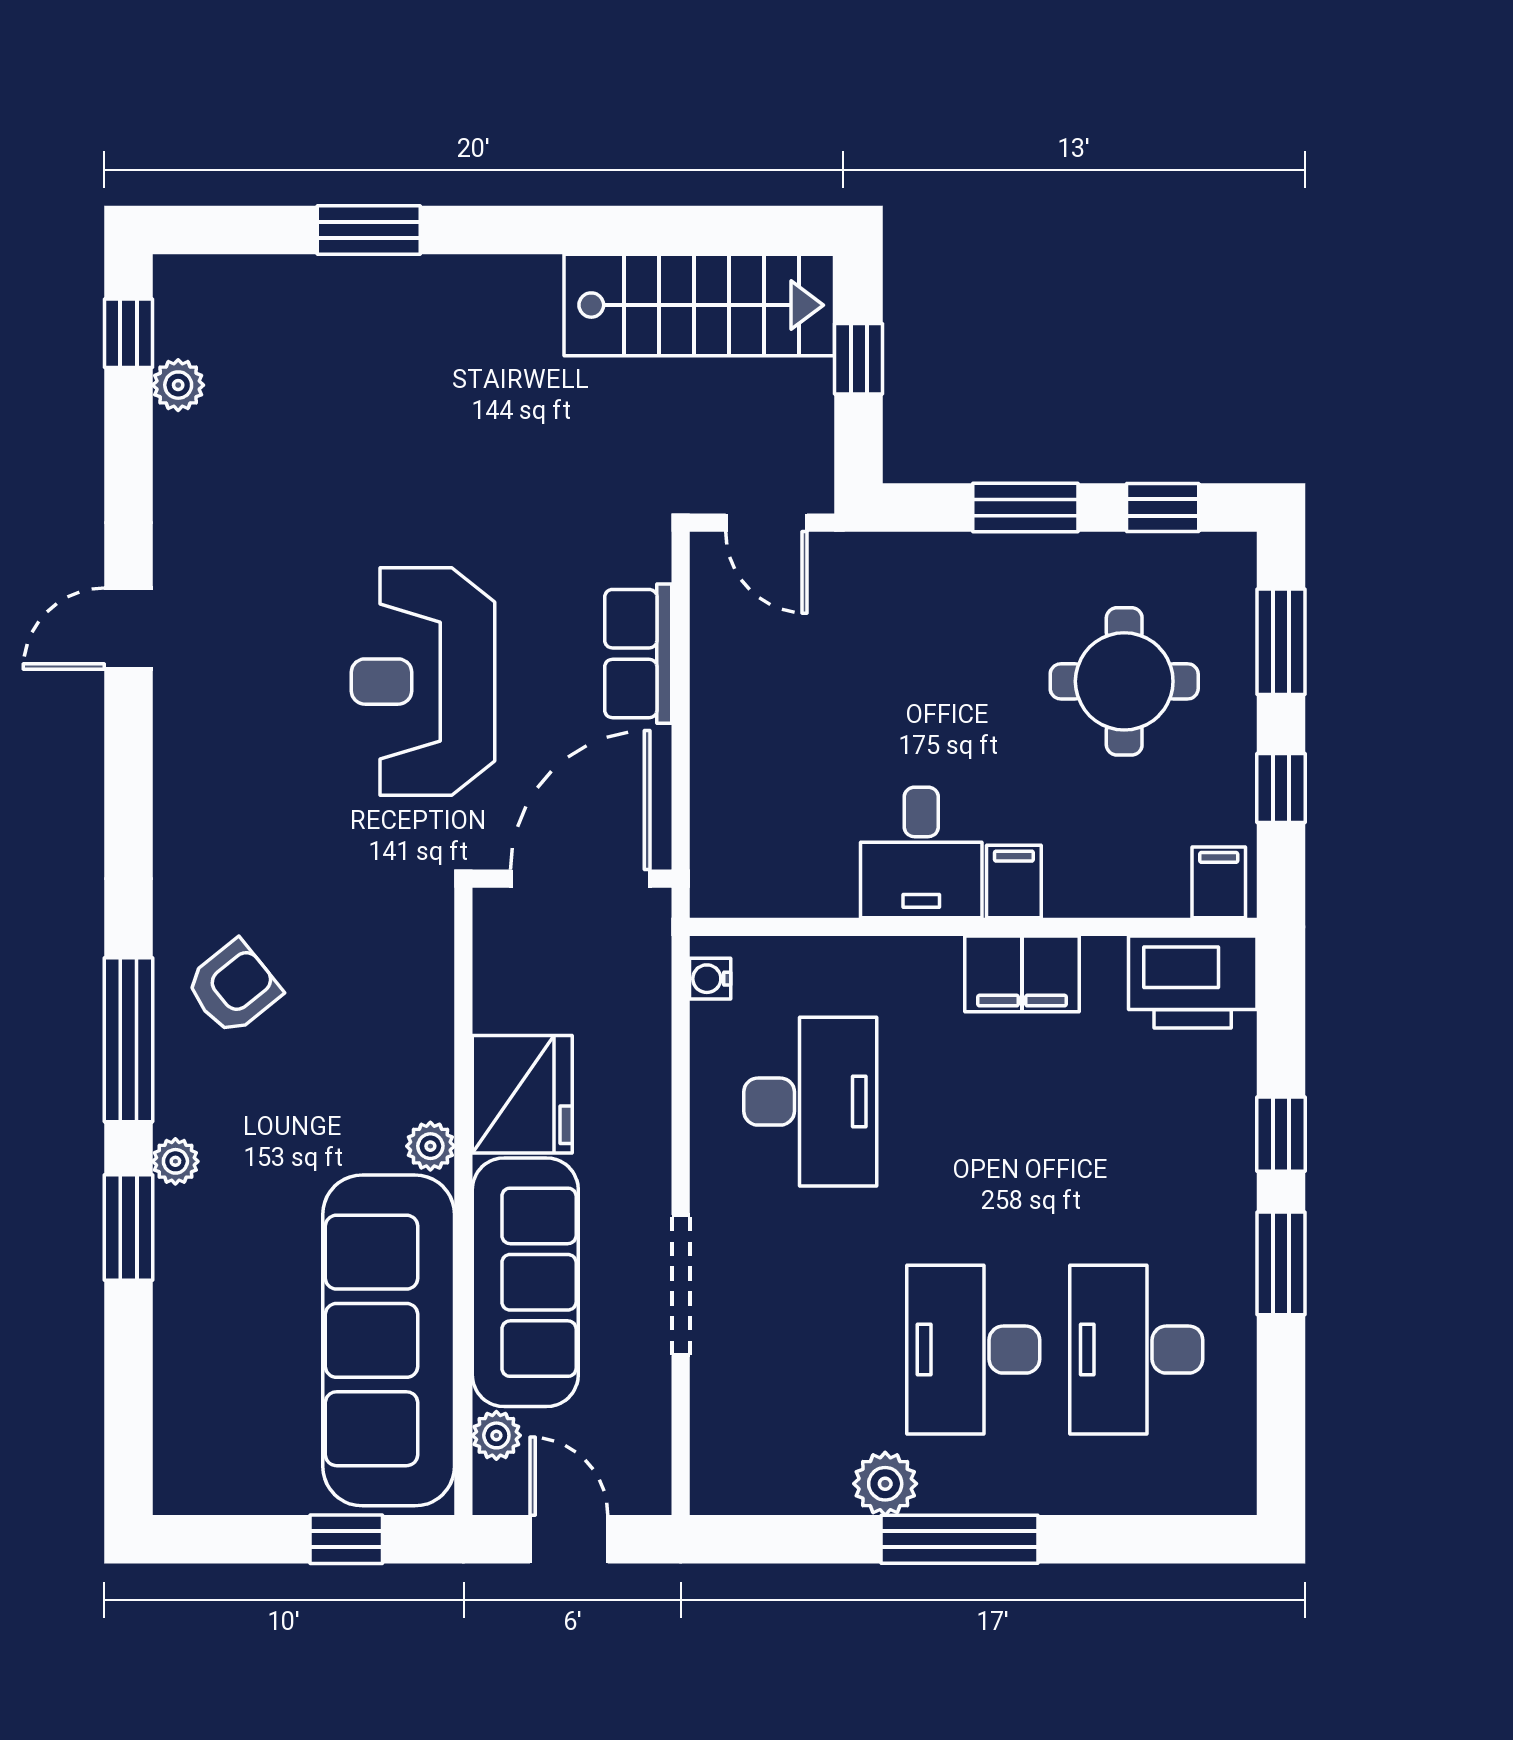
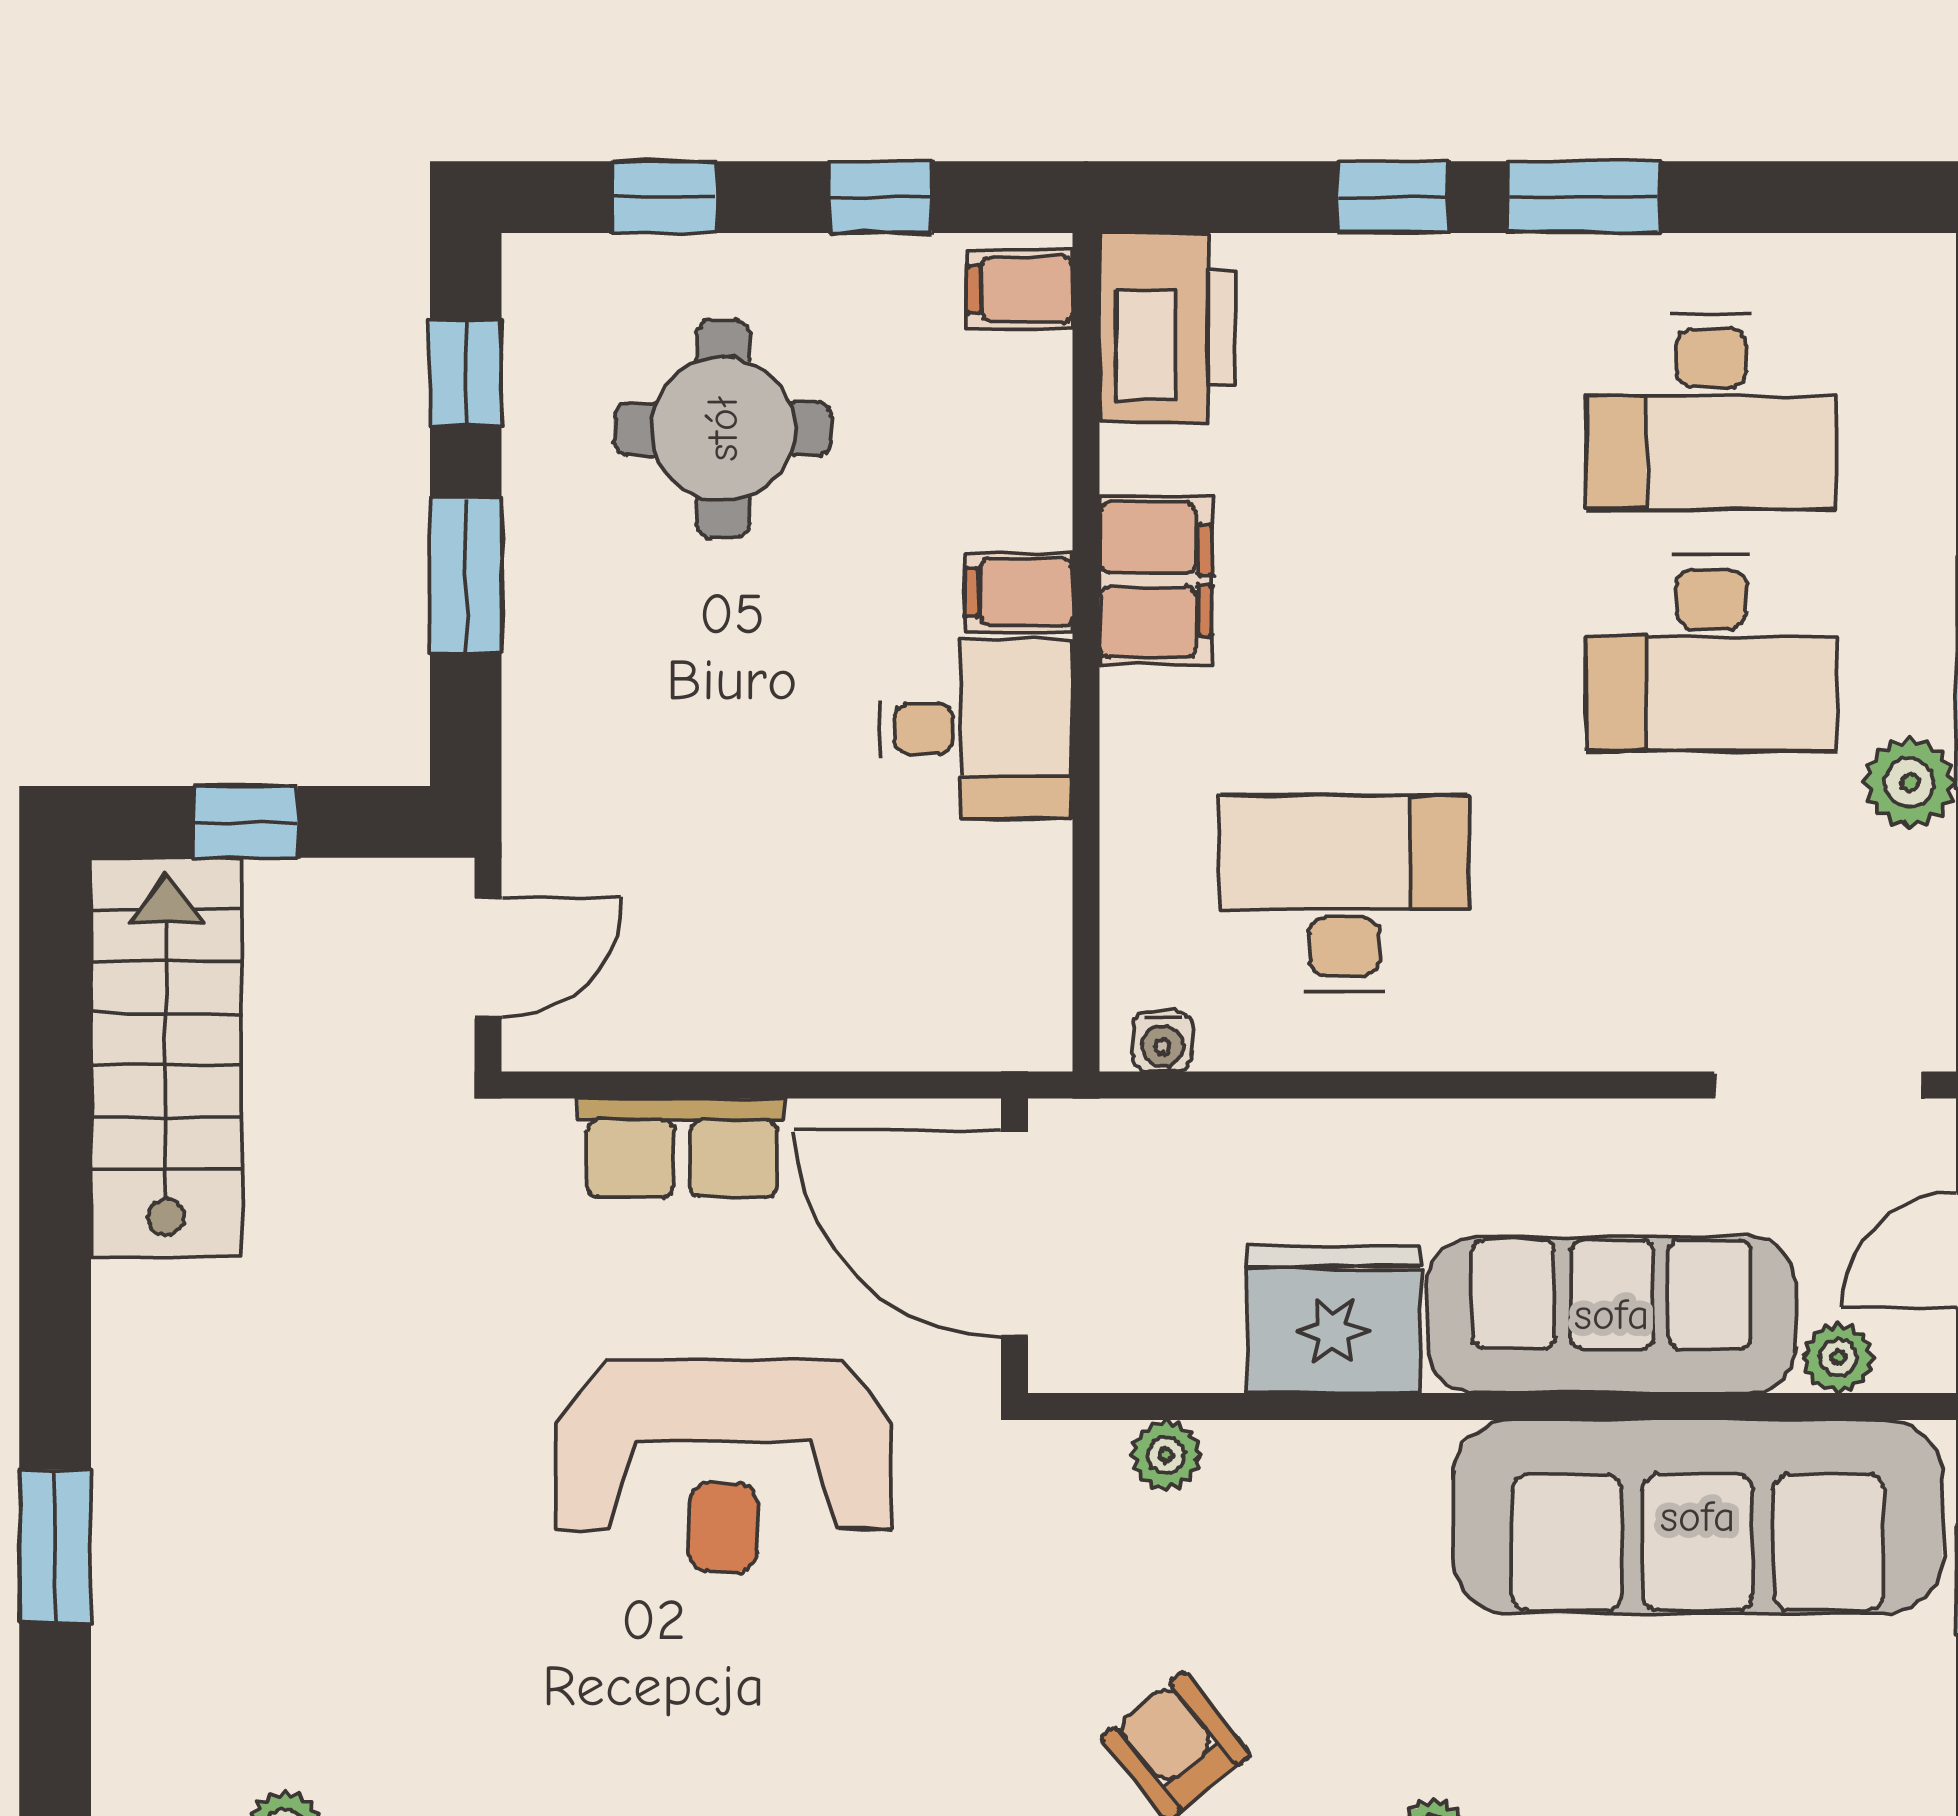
window: (1281, 642) -> (664, 197), width x0.67
plant: (430, 1146) -> (1166, 1455), moved
doorway: (681, 1285) -> (1818, 1085), moved

